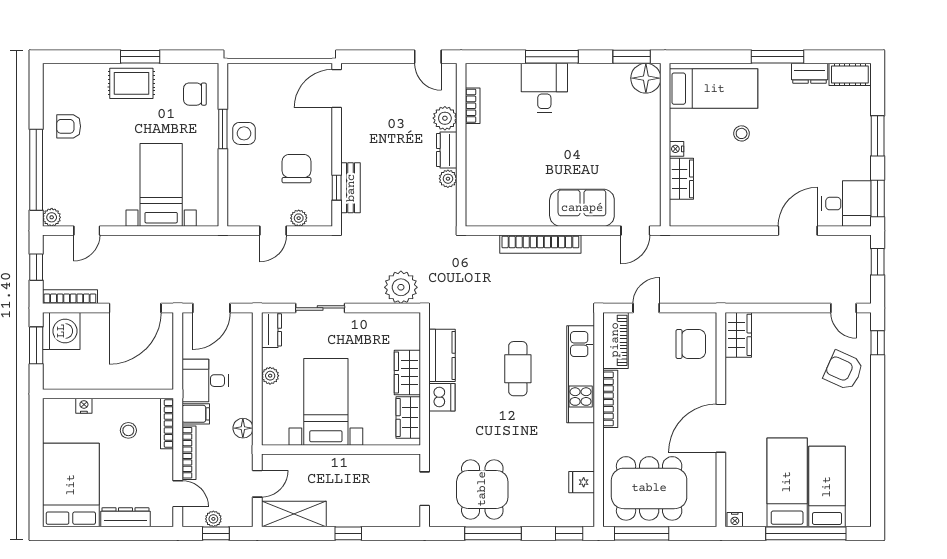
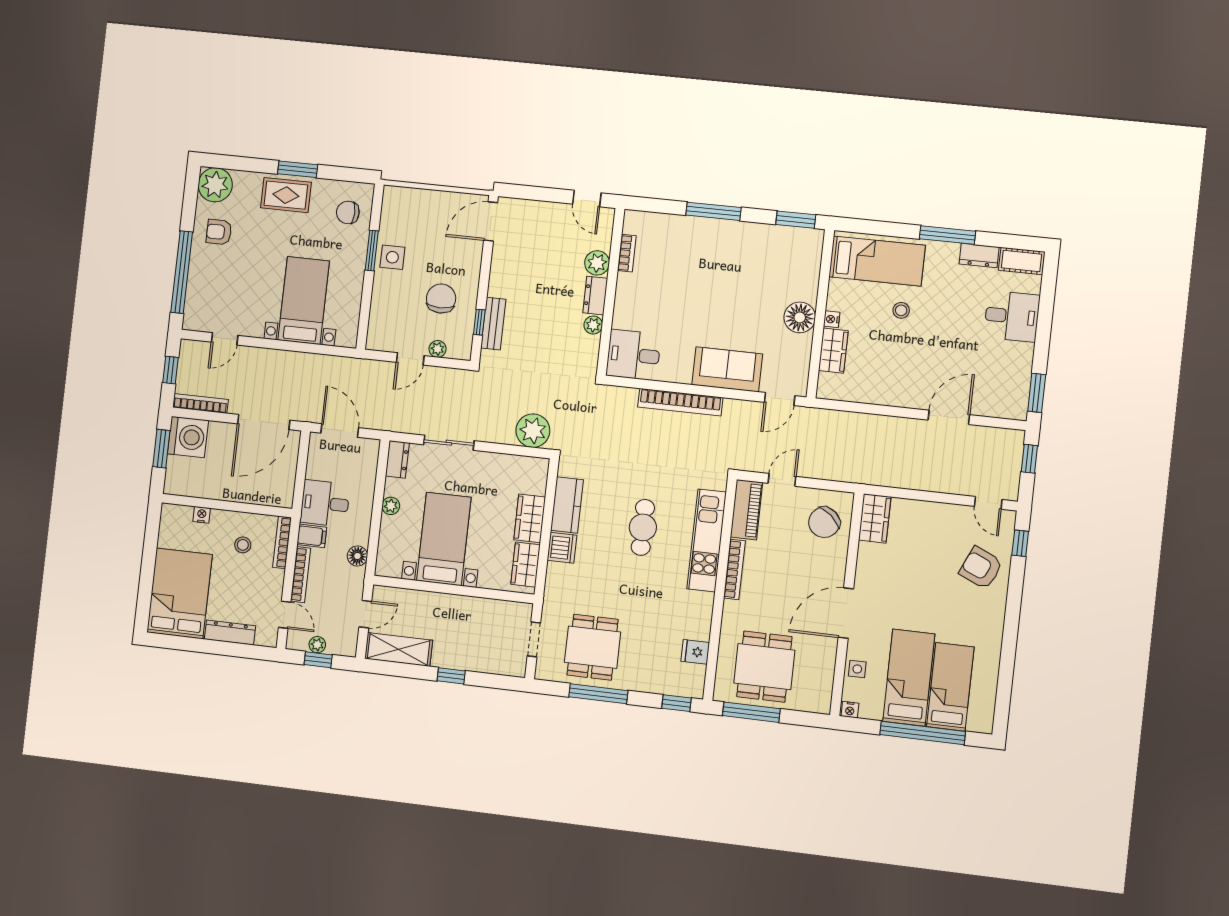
floor lamp: (646, 78) -> (800, 317), moved
desk: (544, 88) -> (633, 355), moved, turned -90
window: (878, 136) -> (1044, 328), removed
desk: (847, 204) -> (1012, 316), moved
plant: (52, 217) -> (215, 185), moved, width x1.88, depth x1.88
door: (211, 308) -> (340, 430), swing flipped
chair: (691, 344) -> (824, 522), turned 131
side table: (737, 480) -> (857, 669), added
dining table: (649, 488) -> (764, 667), width x0.73

